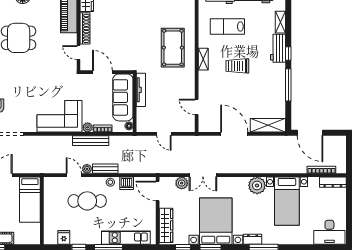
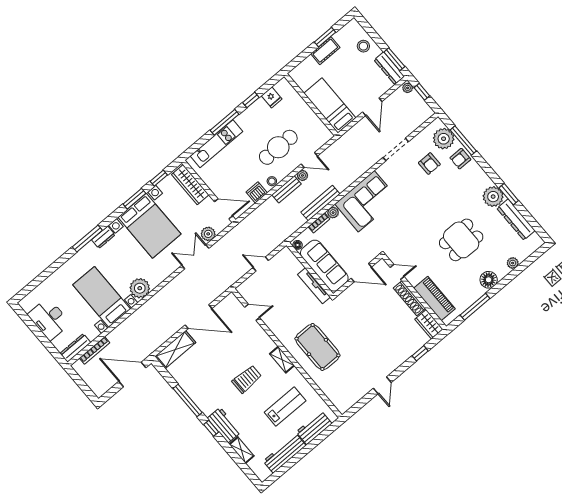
desk: (329, 232) -> (49, 319), moved, turned -90

